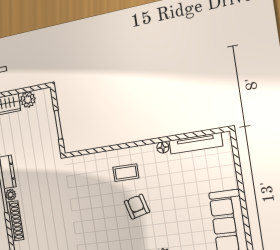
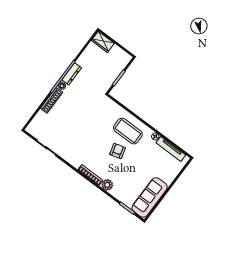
plant: (28, 100) -> (116, 51), removed
coffee table: (126, 173) -> (128, 131), width x1.86, depth x1.72

